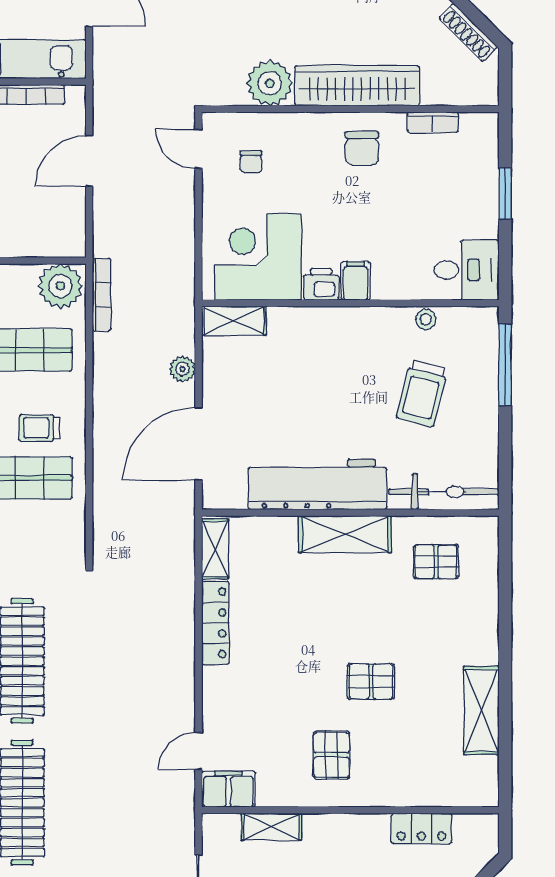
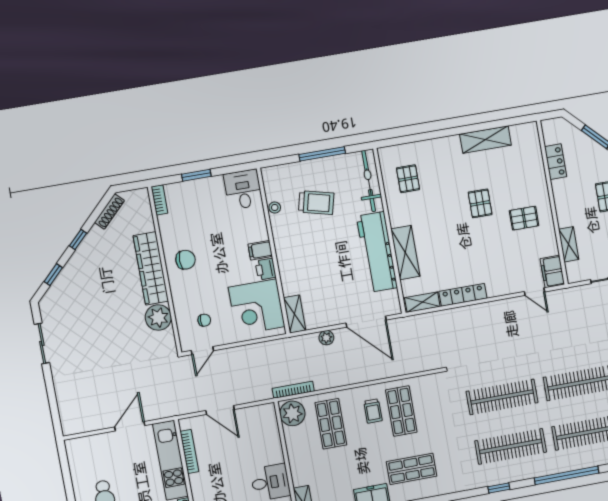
bookcase: (433, 122) -> (159, 200), moved
window: (505, 365) -> (322, 154), moved
shelving: (345, 534) -> (405, 253), moved

